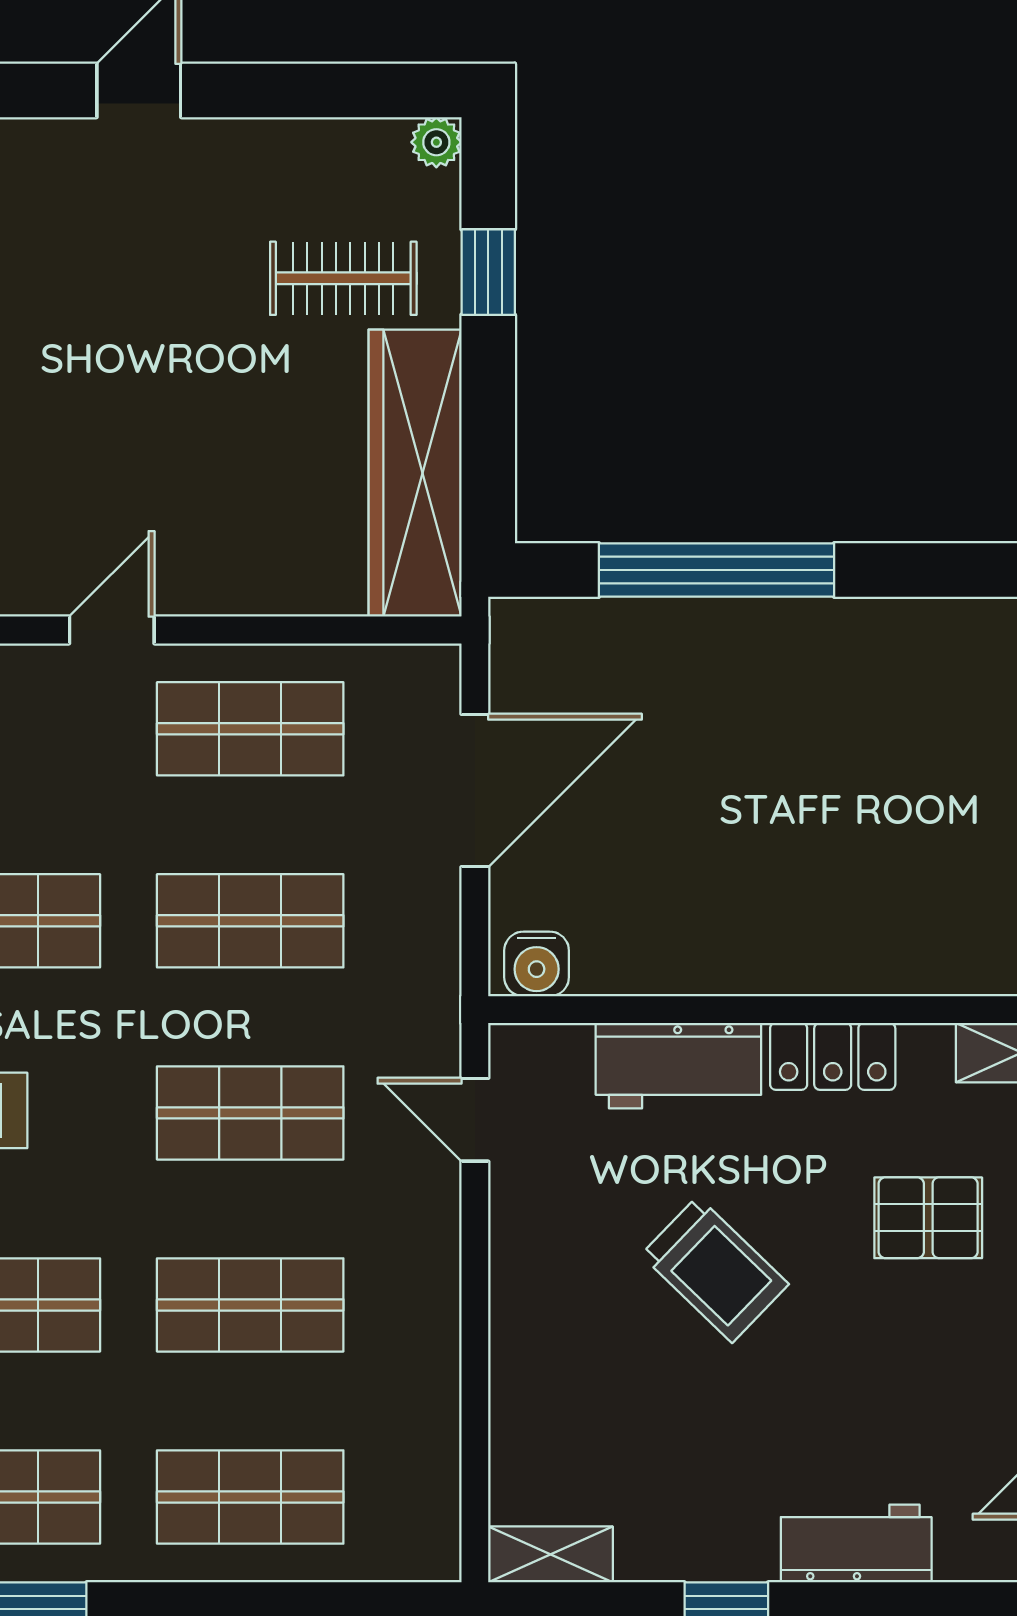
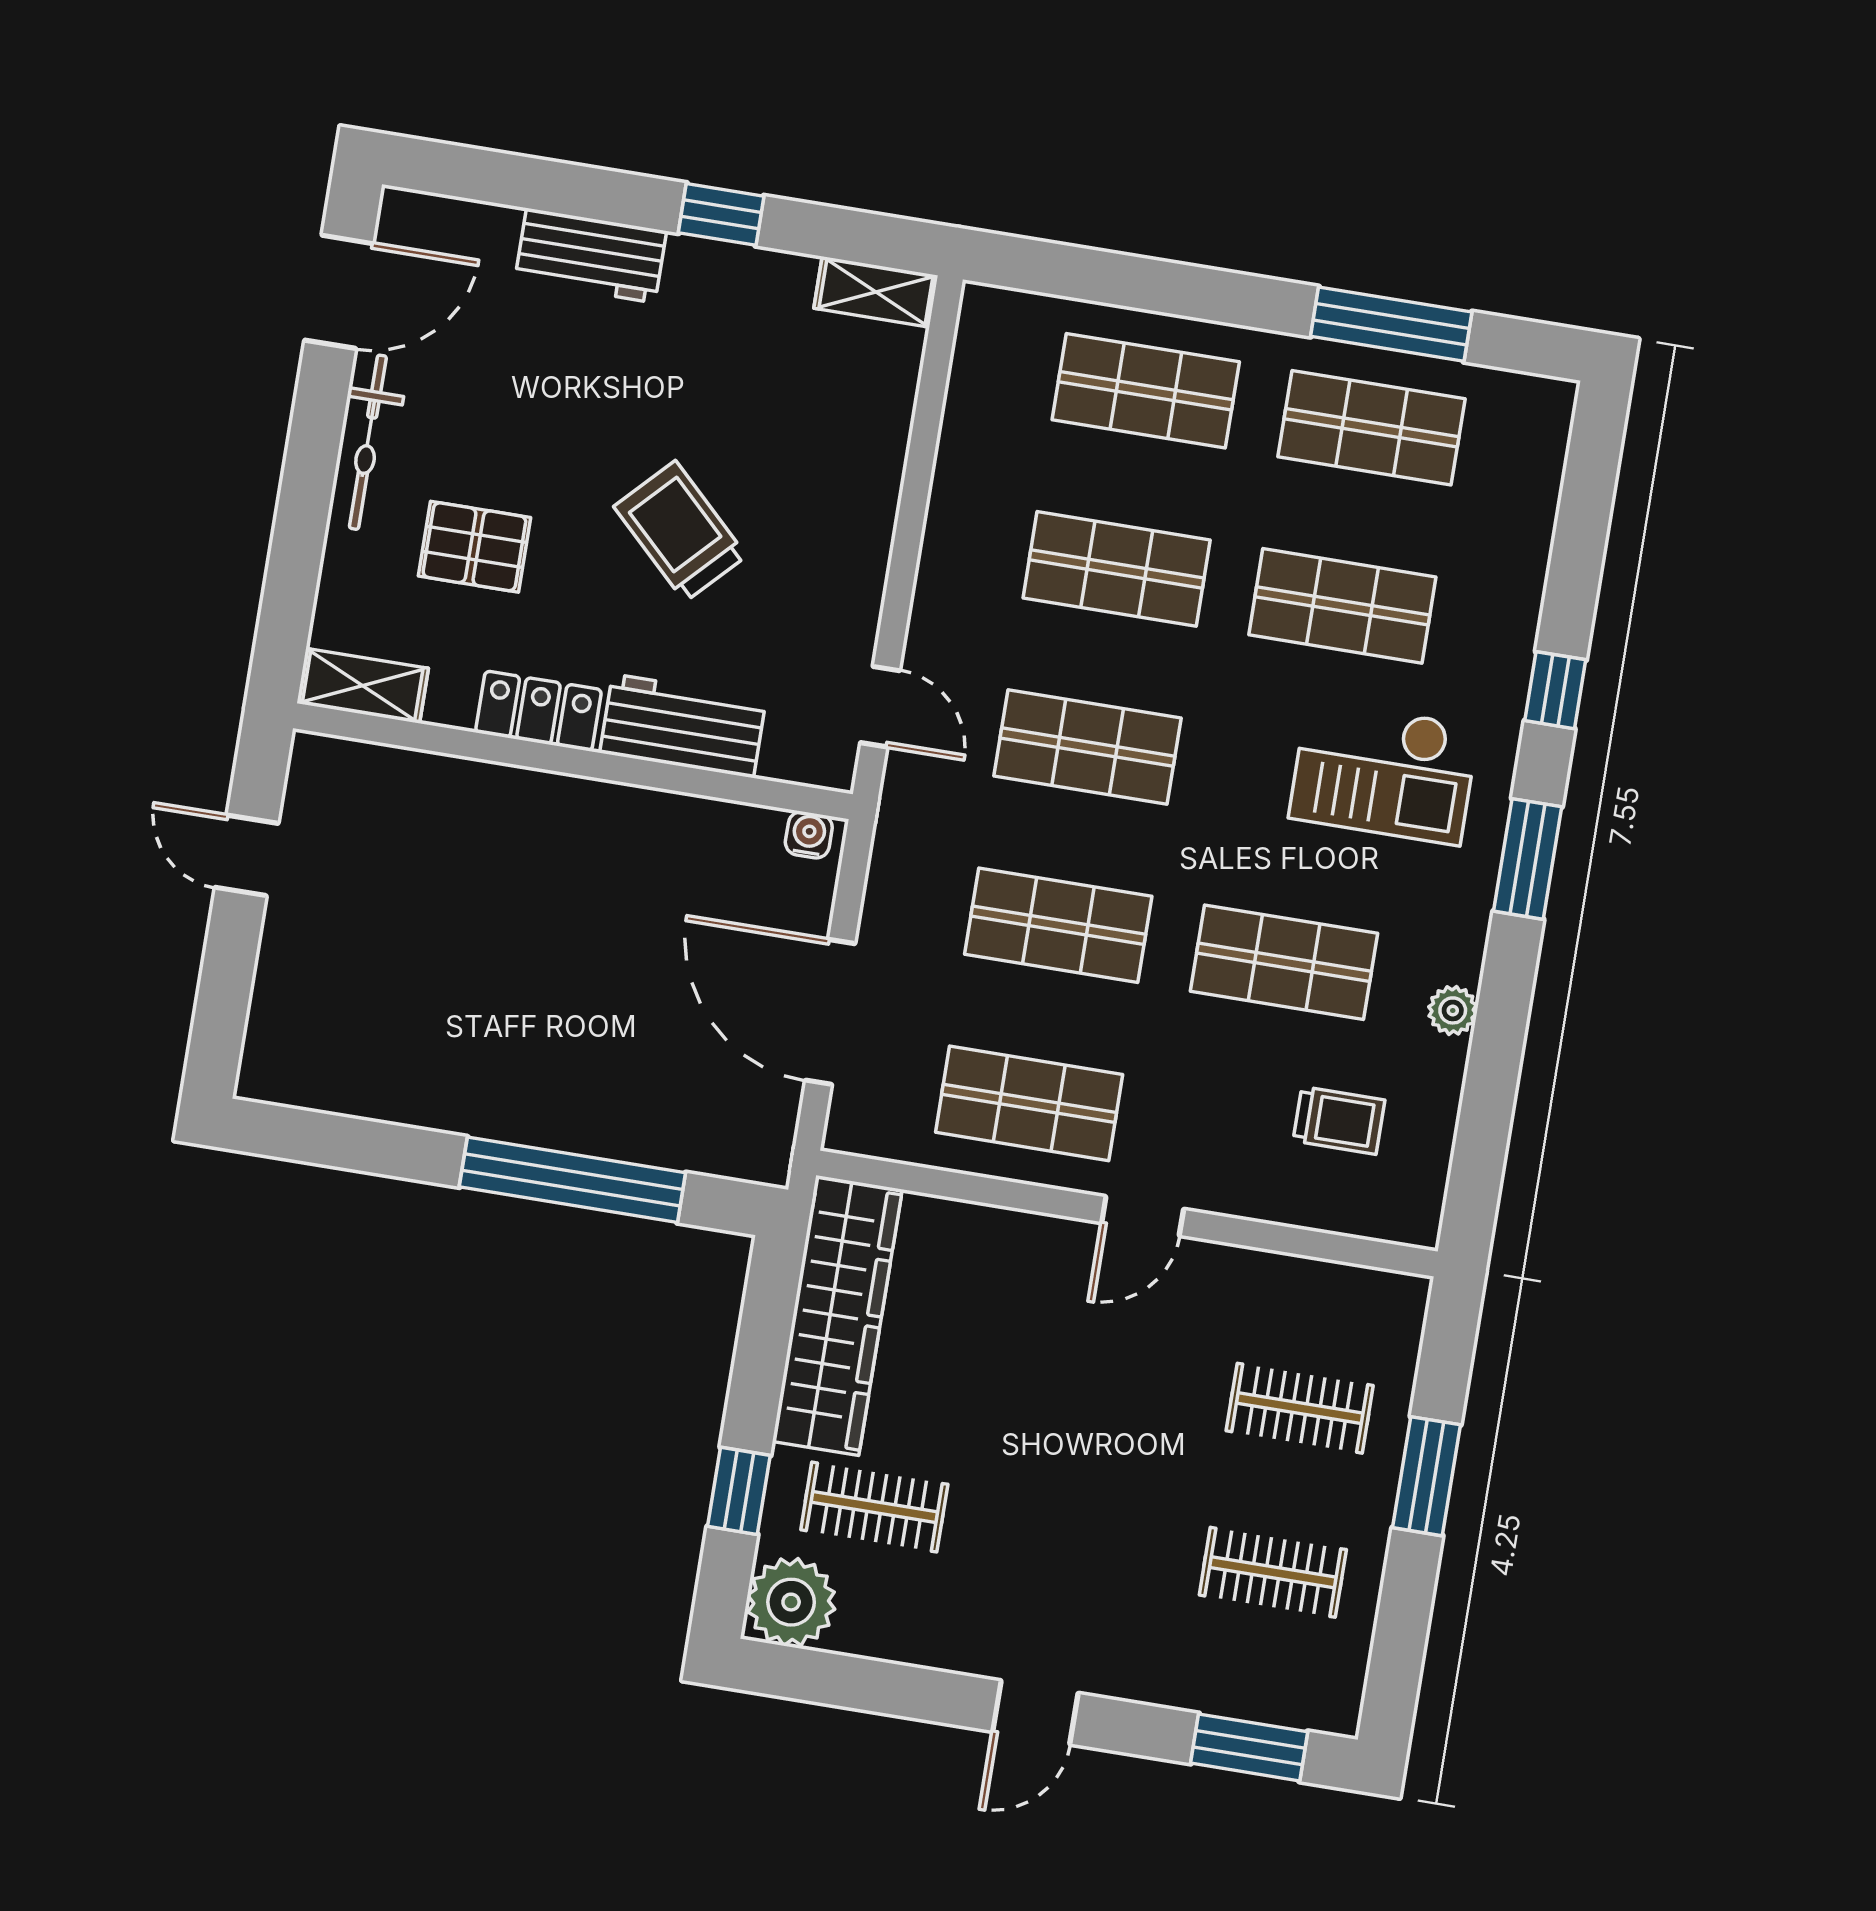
plant: (436, 142) -> (791, 1602), width x1.88, depth x1.88
door: (475, 791) -> (830, 1012), hinge flipped
water cooler: (537, 964) -> (809, 835), width x0.72, depth x0.72

